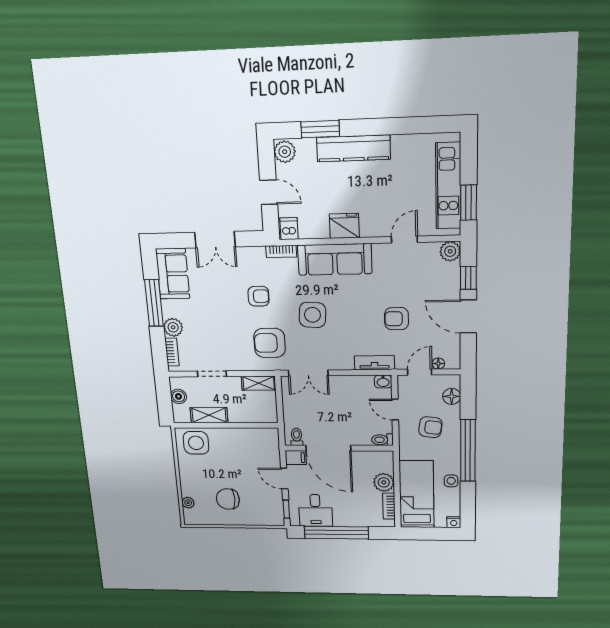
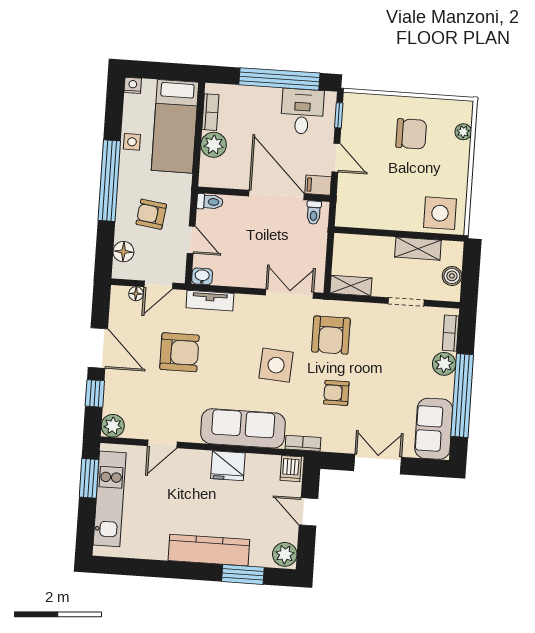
window: (154, 303) -> (462, 396), width x1.46
armchair: (397, 319) -> (179, 352), width x1.38, depth x1.38
armchair: (270, 343) -> (331, 335), turned 90

